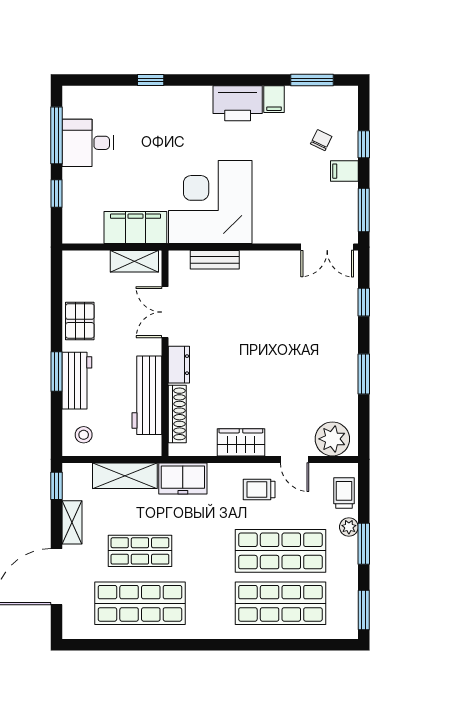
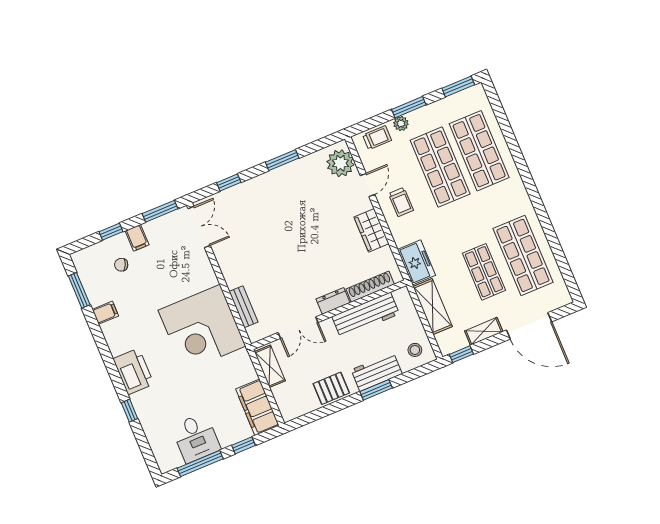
printer: (238, 103) -> (133, 371), moved
filing cabinet: (135, 228) -> (257, 407), moved
trolley: (344, 493) -> (377, 138), turned 180

